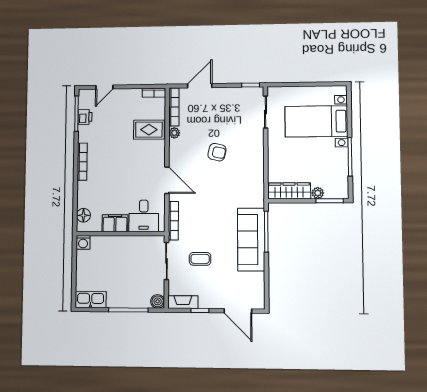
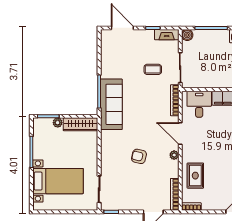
rug: (149, 130) -> (195, 176), turned 90
plant: (174, 133) -> (174, 155), moved
sofa: (251, 239) -> (111, 104), moved

